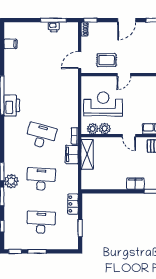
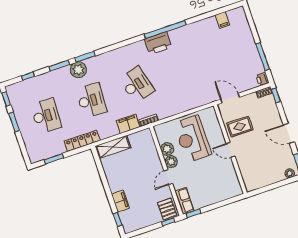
printer: (54, 27) -> (262, 79), moved
rug: (107, 60) -> (240, 127), turned 90
reception desk: (103, 104) -> (192, 139), turned 180
plant: (93, 129) -> (171, 162), moved
desk: (41, 136) -> (137, 85), turned -30
shelving: (87, 154) -> (113, 147), moved
locker: (73, 204) -> (82, 141), width x1.53

